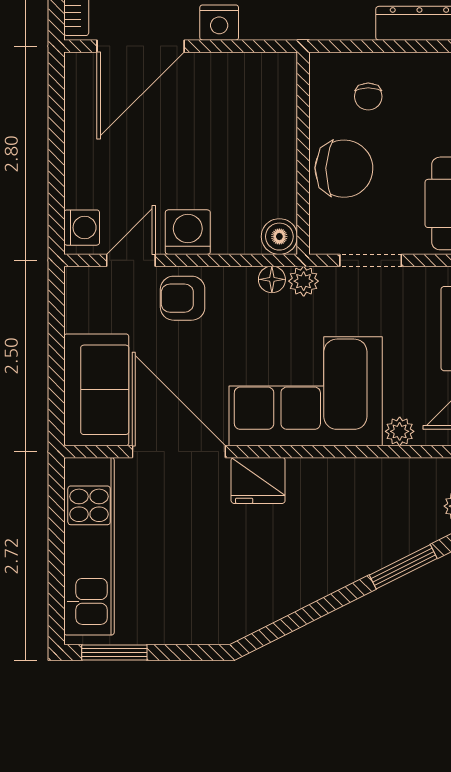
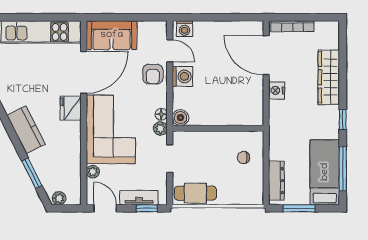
chair: (344, 169) -> (211, 147), removed
armchair: (183, 298) -> (153, 74), turned 180
kitchen counter: (306, 580) -> (26, 130), added

